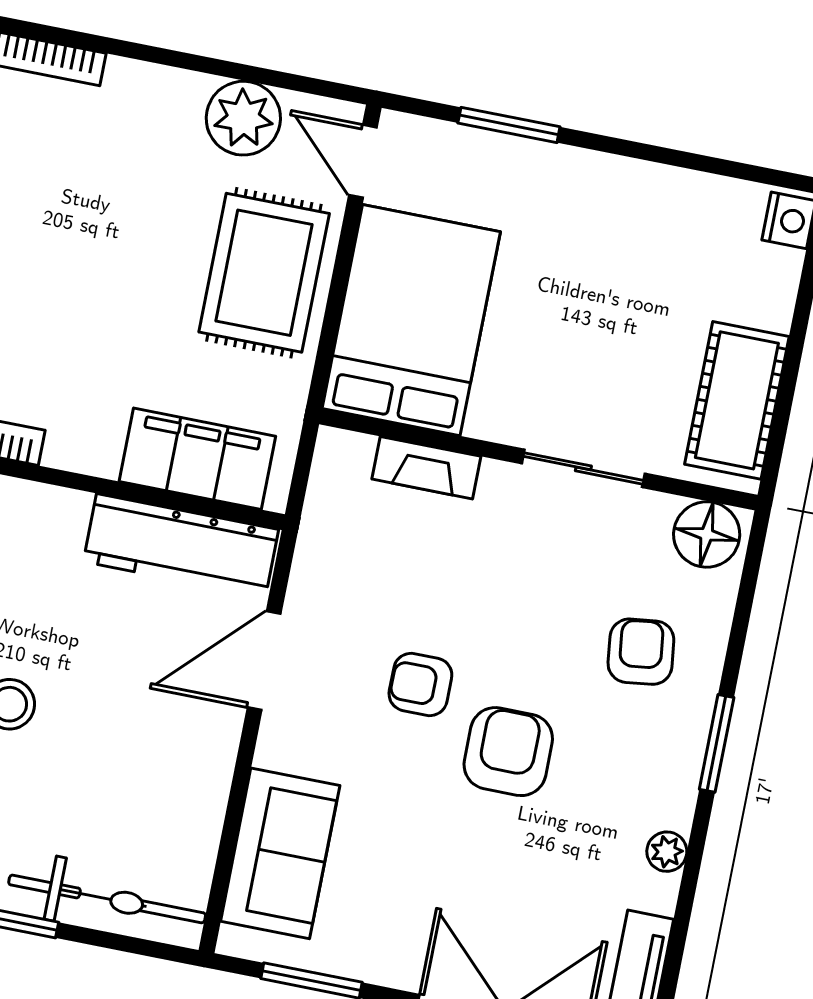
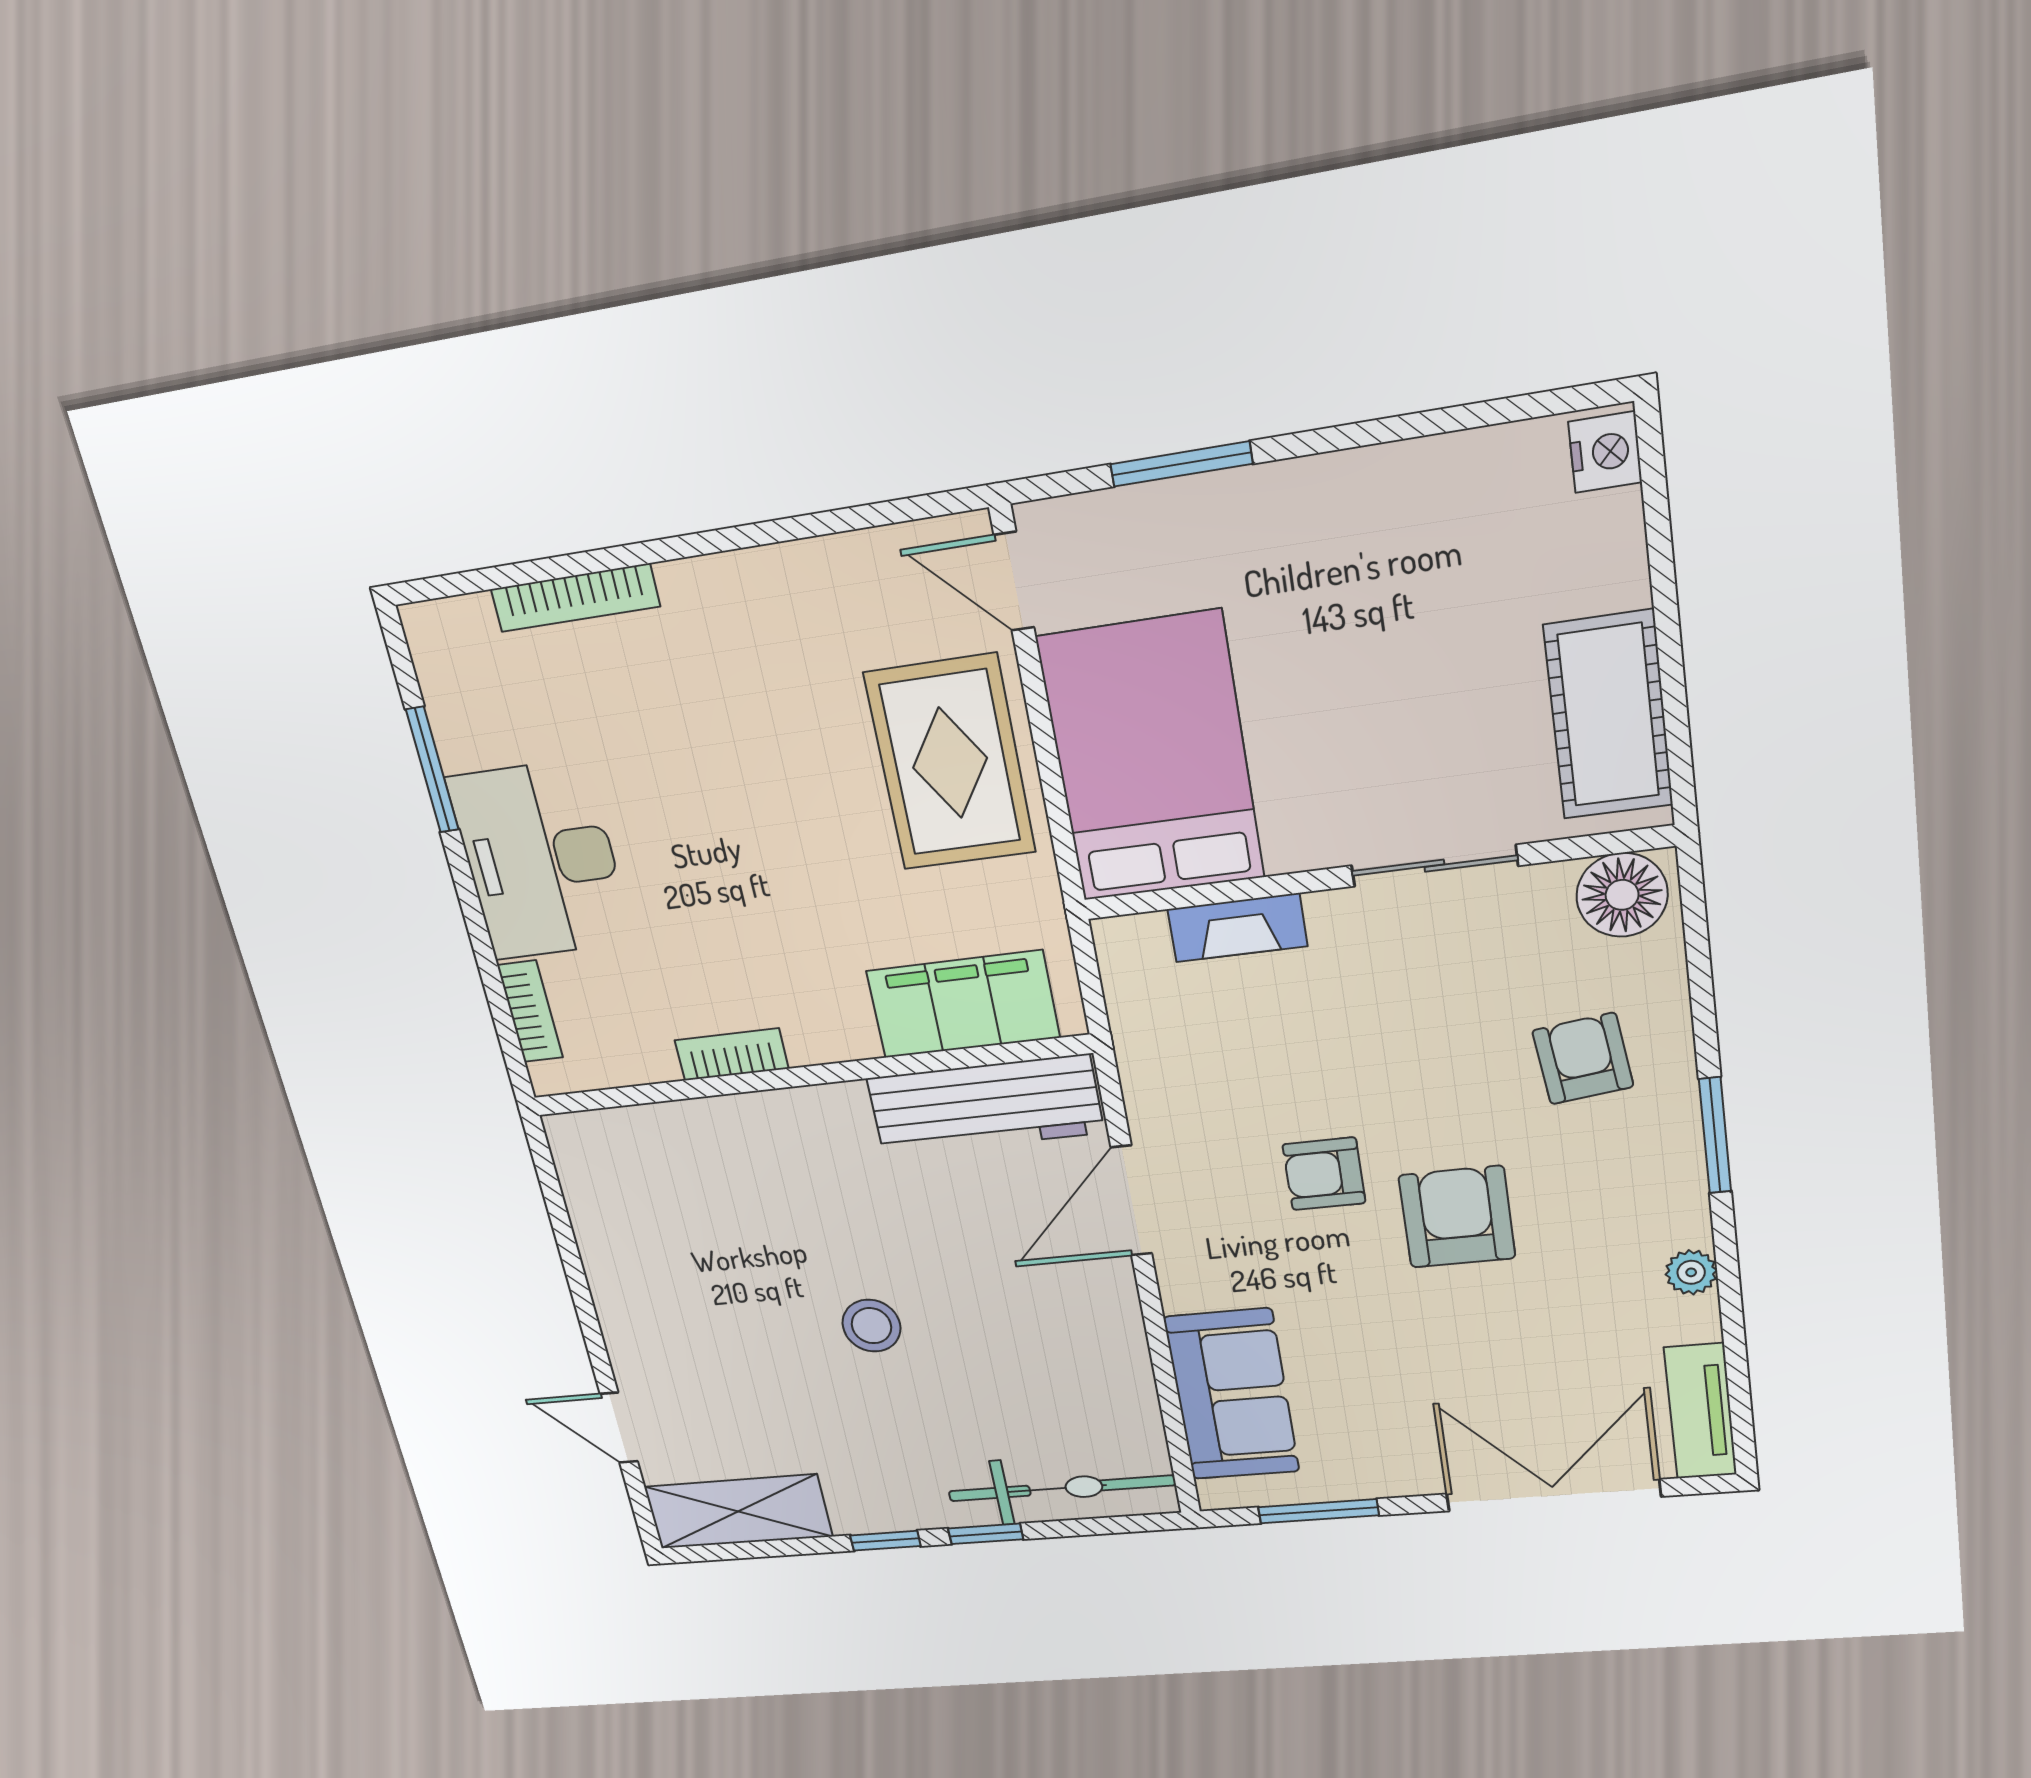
plant: (243, 118) -> (846, 582), removed

